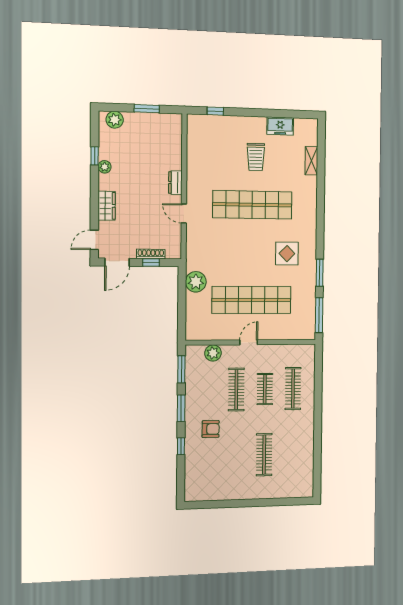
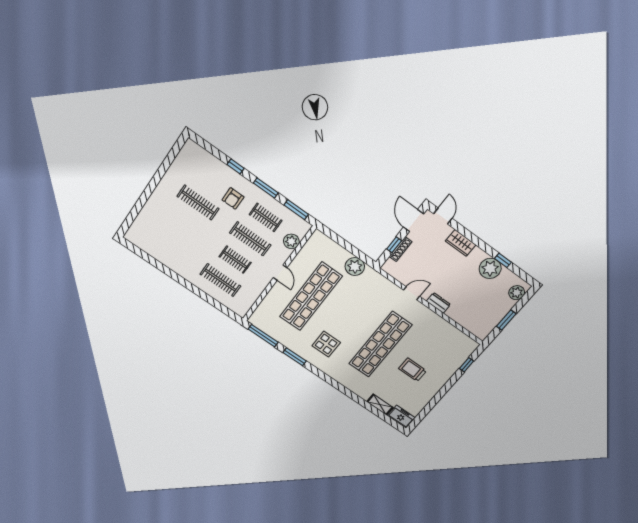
freezer: (280, 126) -> (401, 417), moved, turned 90
plant: (105, 167) -> (490, 268), width x1.87, depth x1.87
clothes rail: (208, 390) -> (266, 218), added
clothes rail: (264, 455) -> (198, 202), moved

